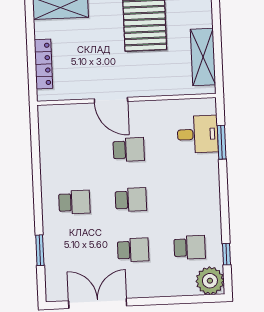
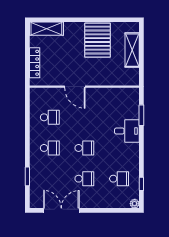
shelving: (203, 57) -> (132, 50), moved
desk: (198, 134) -> (127, 131), moved
school desk: (129, 150) -> (50, 117), moved
plant: (210, 281) -> (135, 204), width x0.53, depth x0.53

